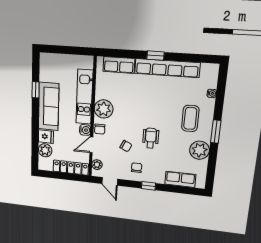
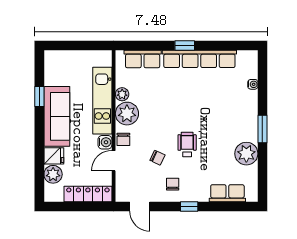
coffee table: (190, 118) -> (232, 116), removed
plant: (97, 165) -> (122, 94), moved

